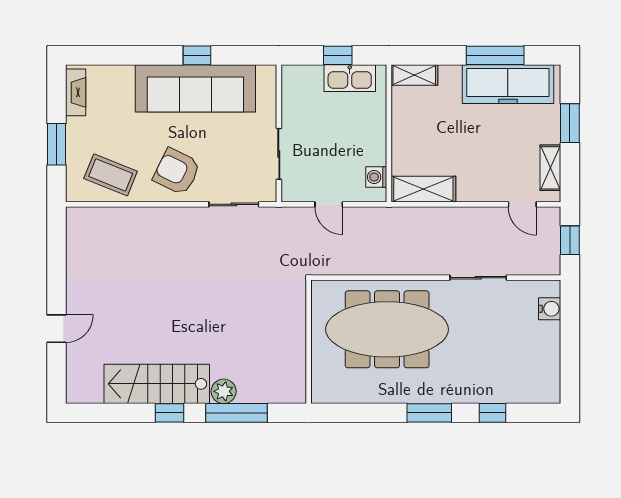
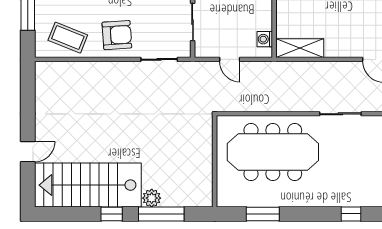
armchair: (177, 172) -> (117, 35), turned 150
stairs: (157, 384) -> (88, 185), width x1.36, depth x1.51
window: (429, 413) -> (263, 214), moved

